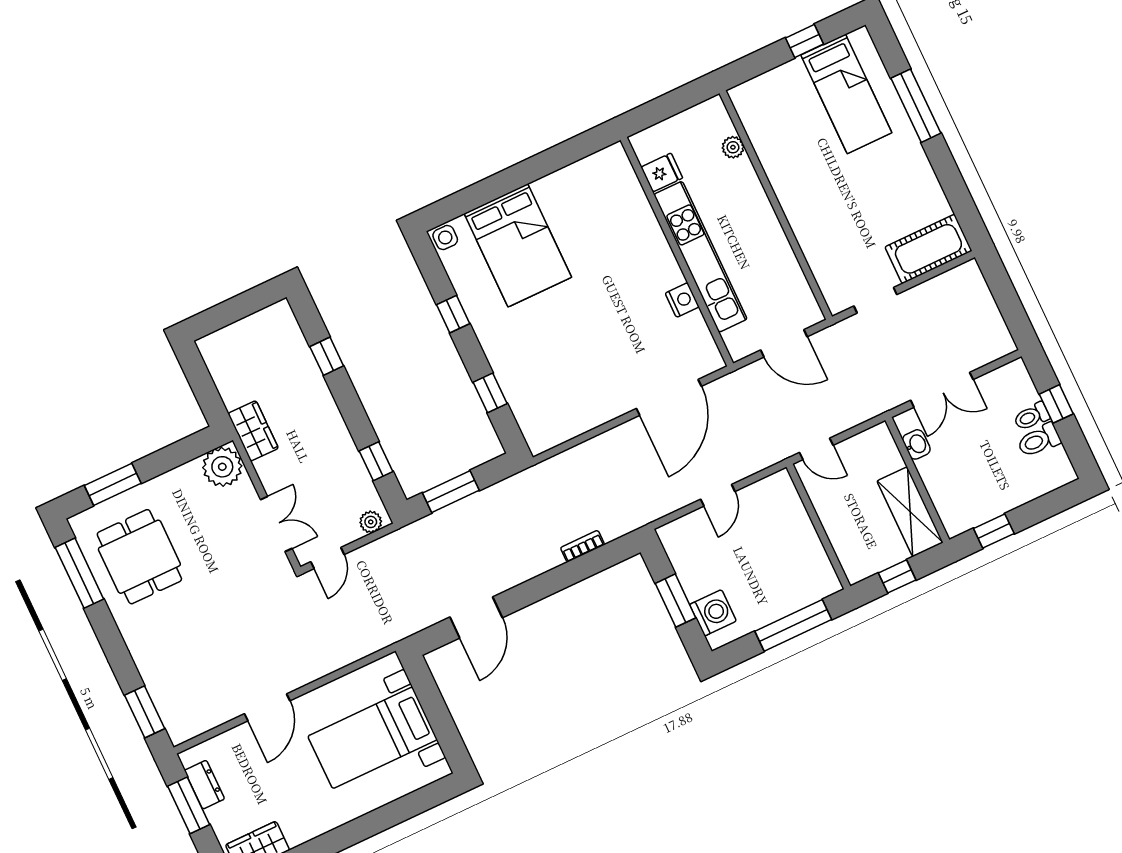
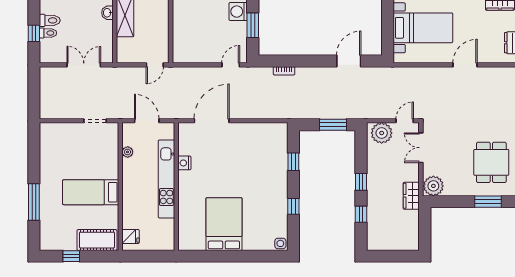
bed: (846, 94) -> (91, 192), moved, turned -90
plant: (733, 147) -> (128, 152), moved
fridge: (662, 173) -> (130, 236), moved, turned 180
bed: (518, 245) -> (224, 224), moved
cot: (928, 249) -> (97, 240), moved
washbasin: (916, 444) -> (107, 13), moved
door: (816, 449) -> (155, 65), swing flipped
window: (376, 461) -> (361, 182), moved
door: (718, 495) -> (231, 65), moved
plant: (371, 522) -> (382, 133), width x1.88, depth x1.88

